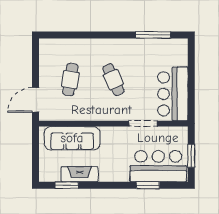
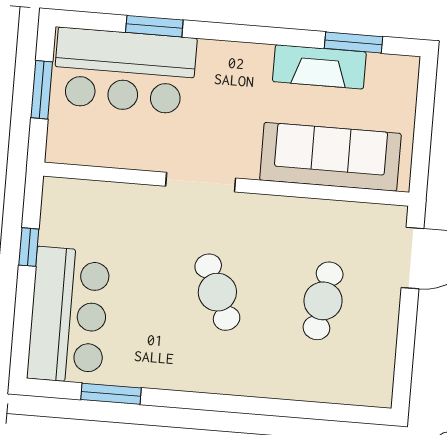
window: (153, 35) -> (111, 394), width x0.69
window: (191, 92) -> (29, 247), added
bar counter: (173, 94) -> (69, 315), moved
doorway: (143, 124) -> (201, 182), moved

